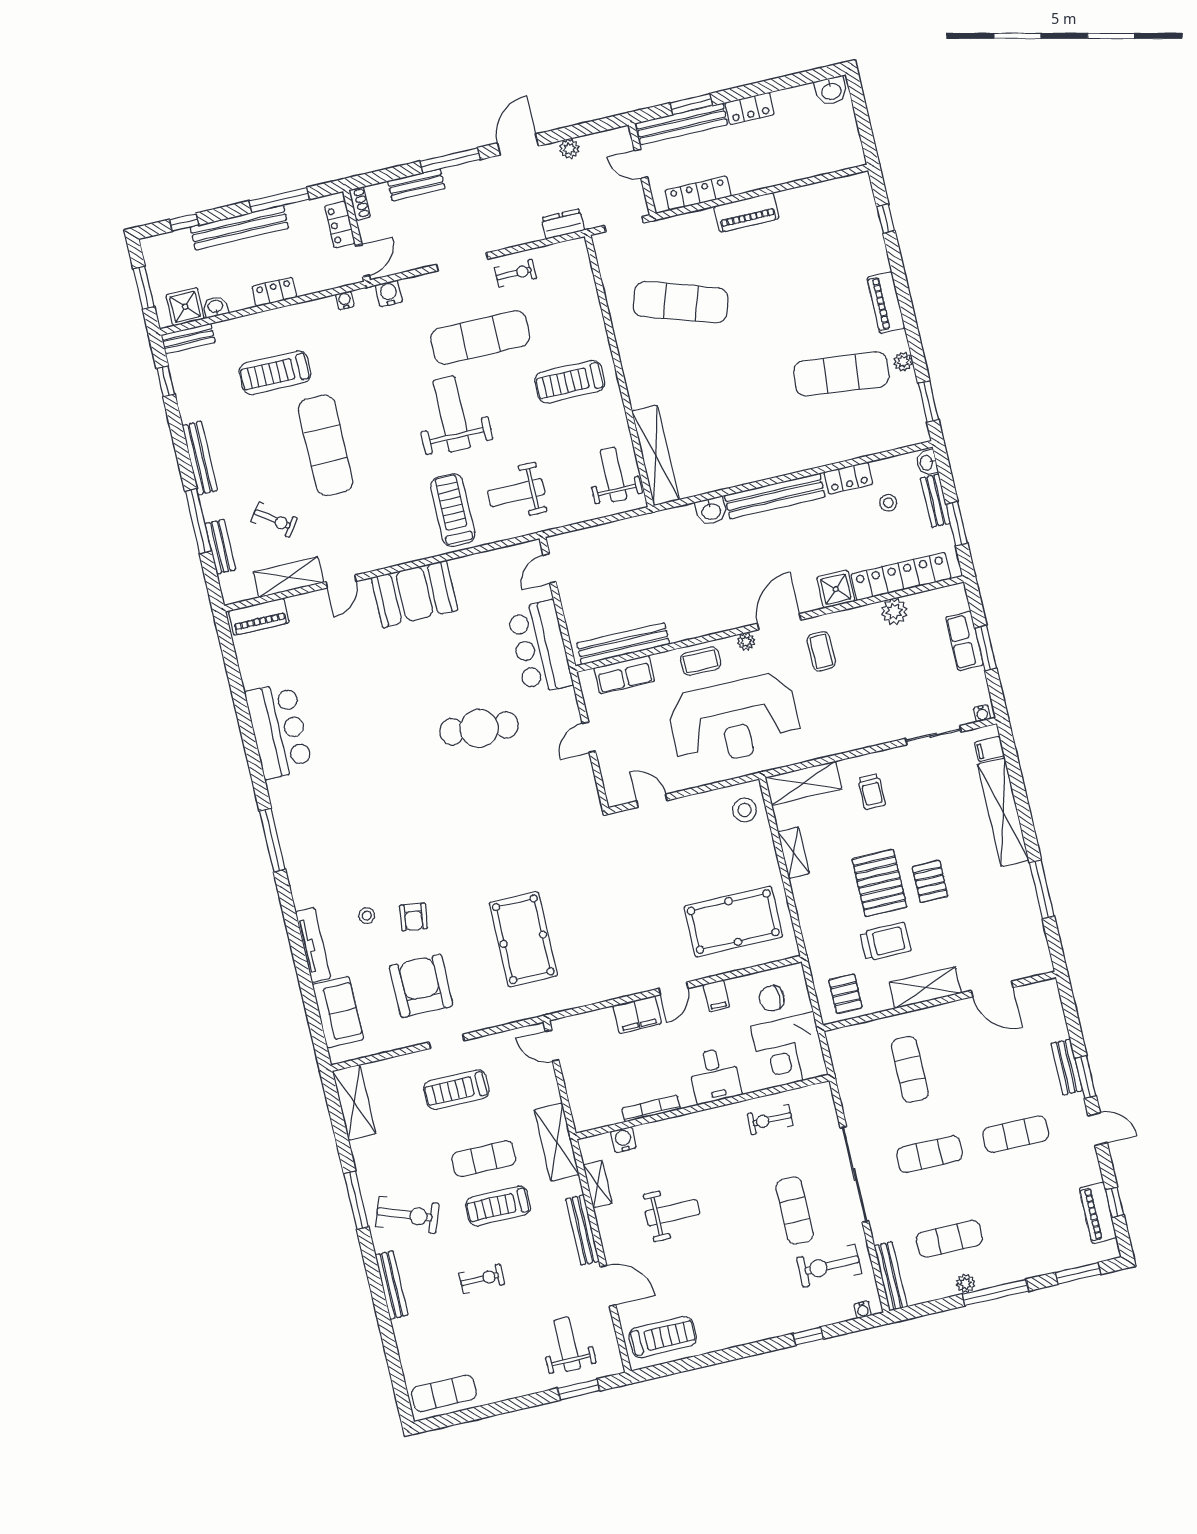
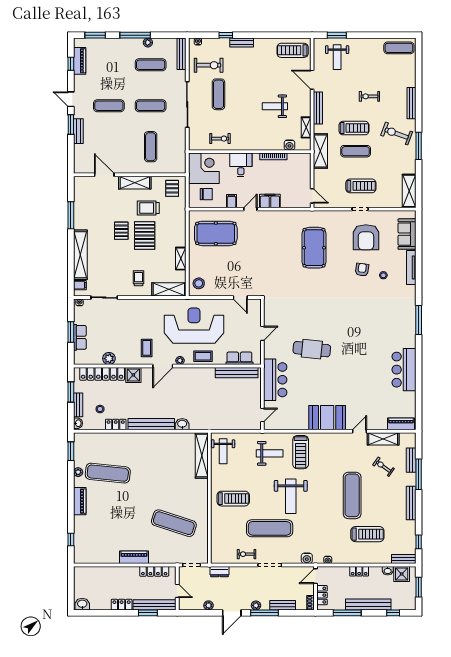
plant: (471, 172) -> (256, 605), added
bench: (772, 1329) -> (242, 42), added

